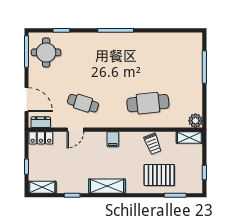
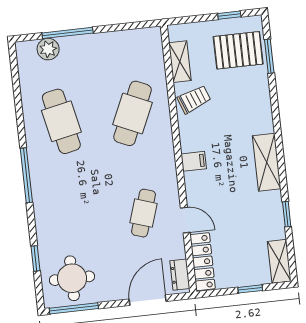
cafe table: (148, 57) -> (61, 121), added
cafe table: (148, 103) -> (133, 113), turned 30
plant: (195, 121) -> (48, 49), moved
shelving: (189, 137) -> (180, 62), moved
locker: (41, 138) -> (203, 262), width x1.53
pallet: (159, 175) -> (238, 50), moved, turned 90

